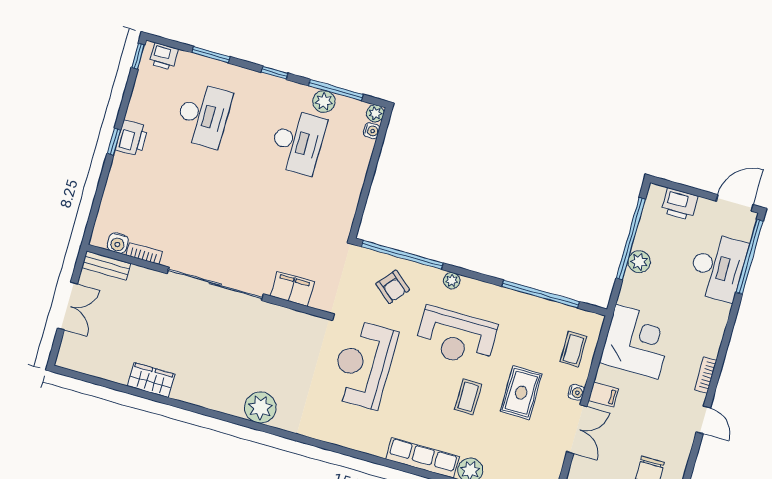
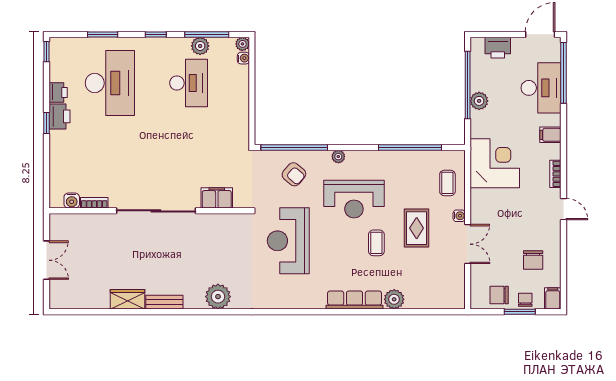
printer: (164, 56) -> (58, 92), moved, turned -90
desk: (203, 115) -> (110, 83), width x1.36, depth x1.30
bench: (106, 265) -> (164, 302), moved
filing cabinet: (603, 395) -> (550, 135), moved, turned 180

